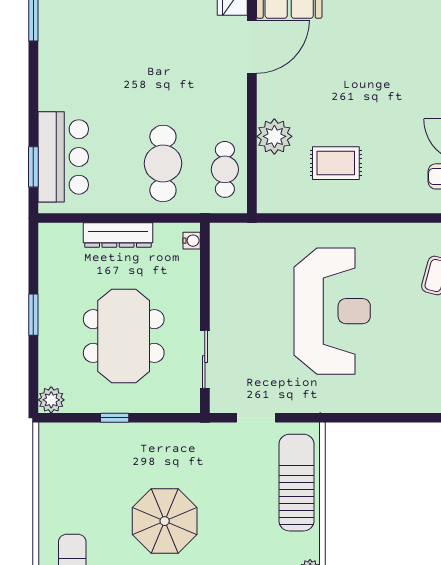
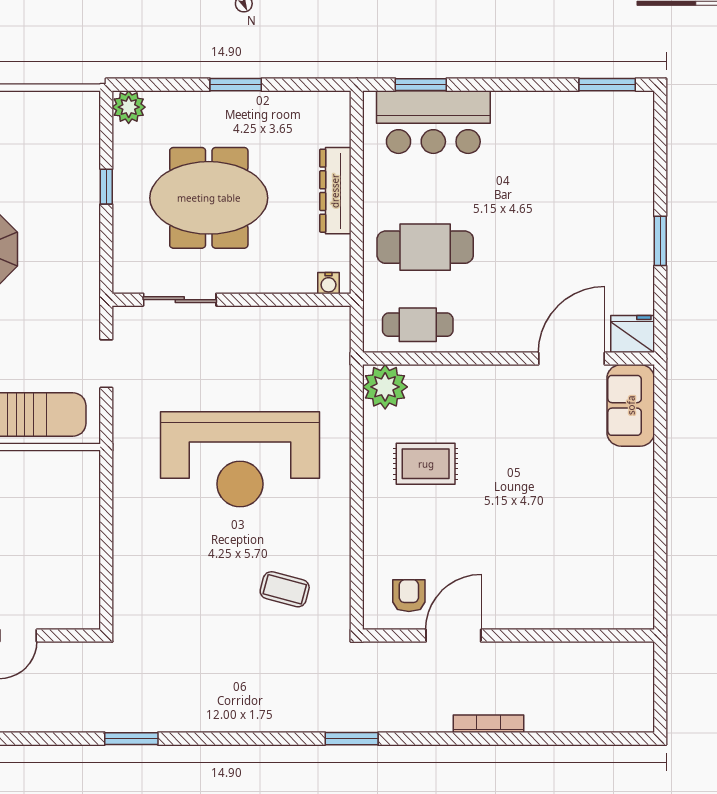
door: (252, 47) -> (572, 359), swing flipped
plant: (274, 136) -> (385, 387), moved
rug: (336, 163) -> (426, 464), turned 90

